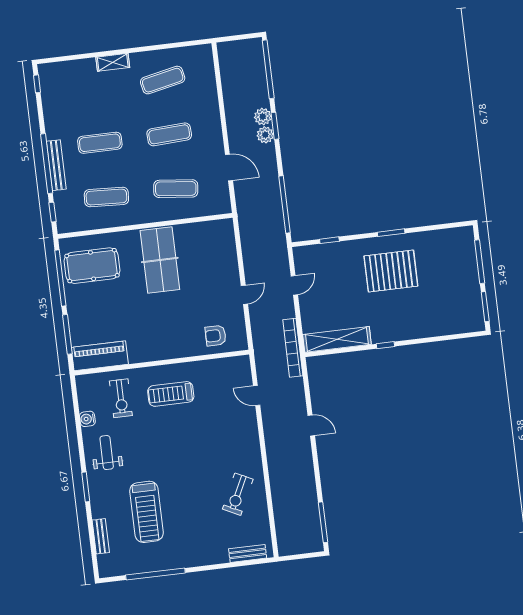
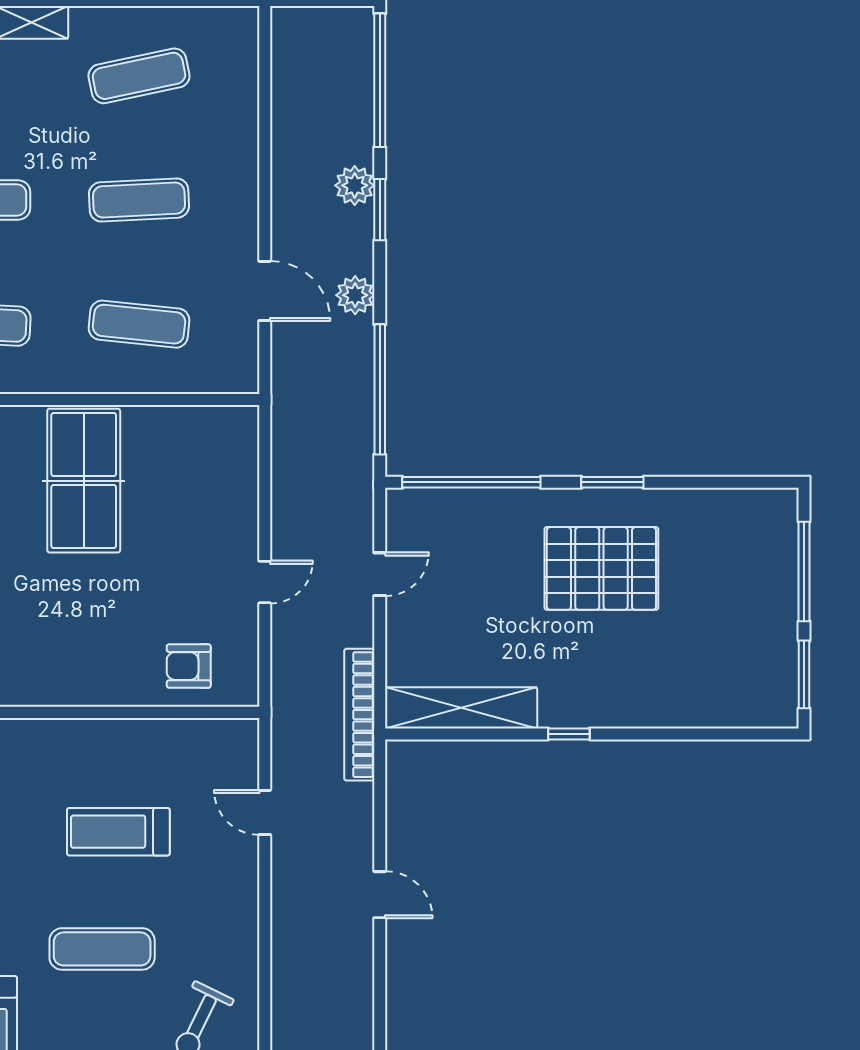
plant: (265, 135) -> (355, 295), moved
window: (329, 240) -> (471, 482), width x3.17
treadmill: (171, 394) -> (118, 832), moved
exercise mat: (193, 464) -> (102, 949), added

